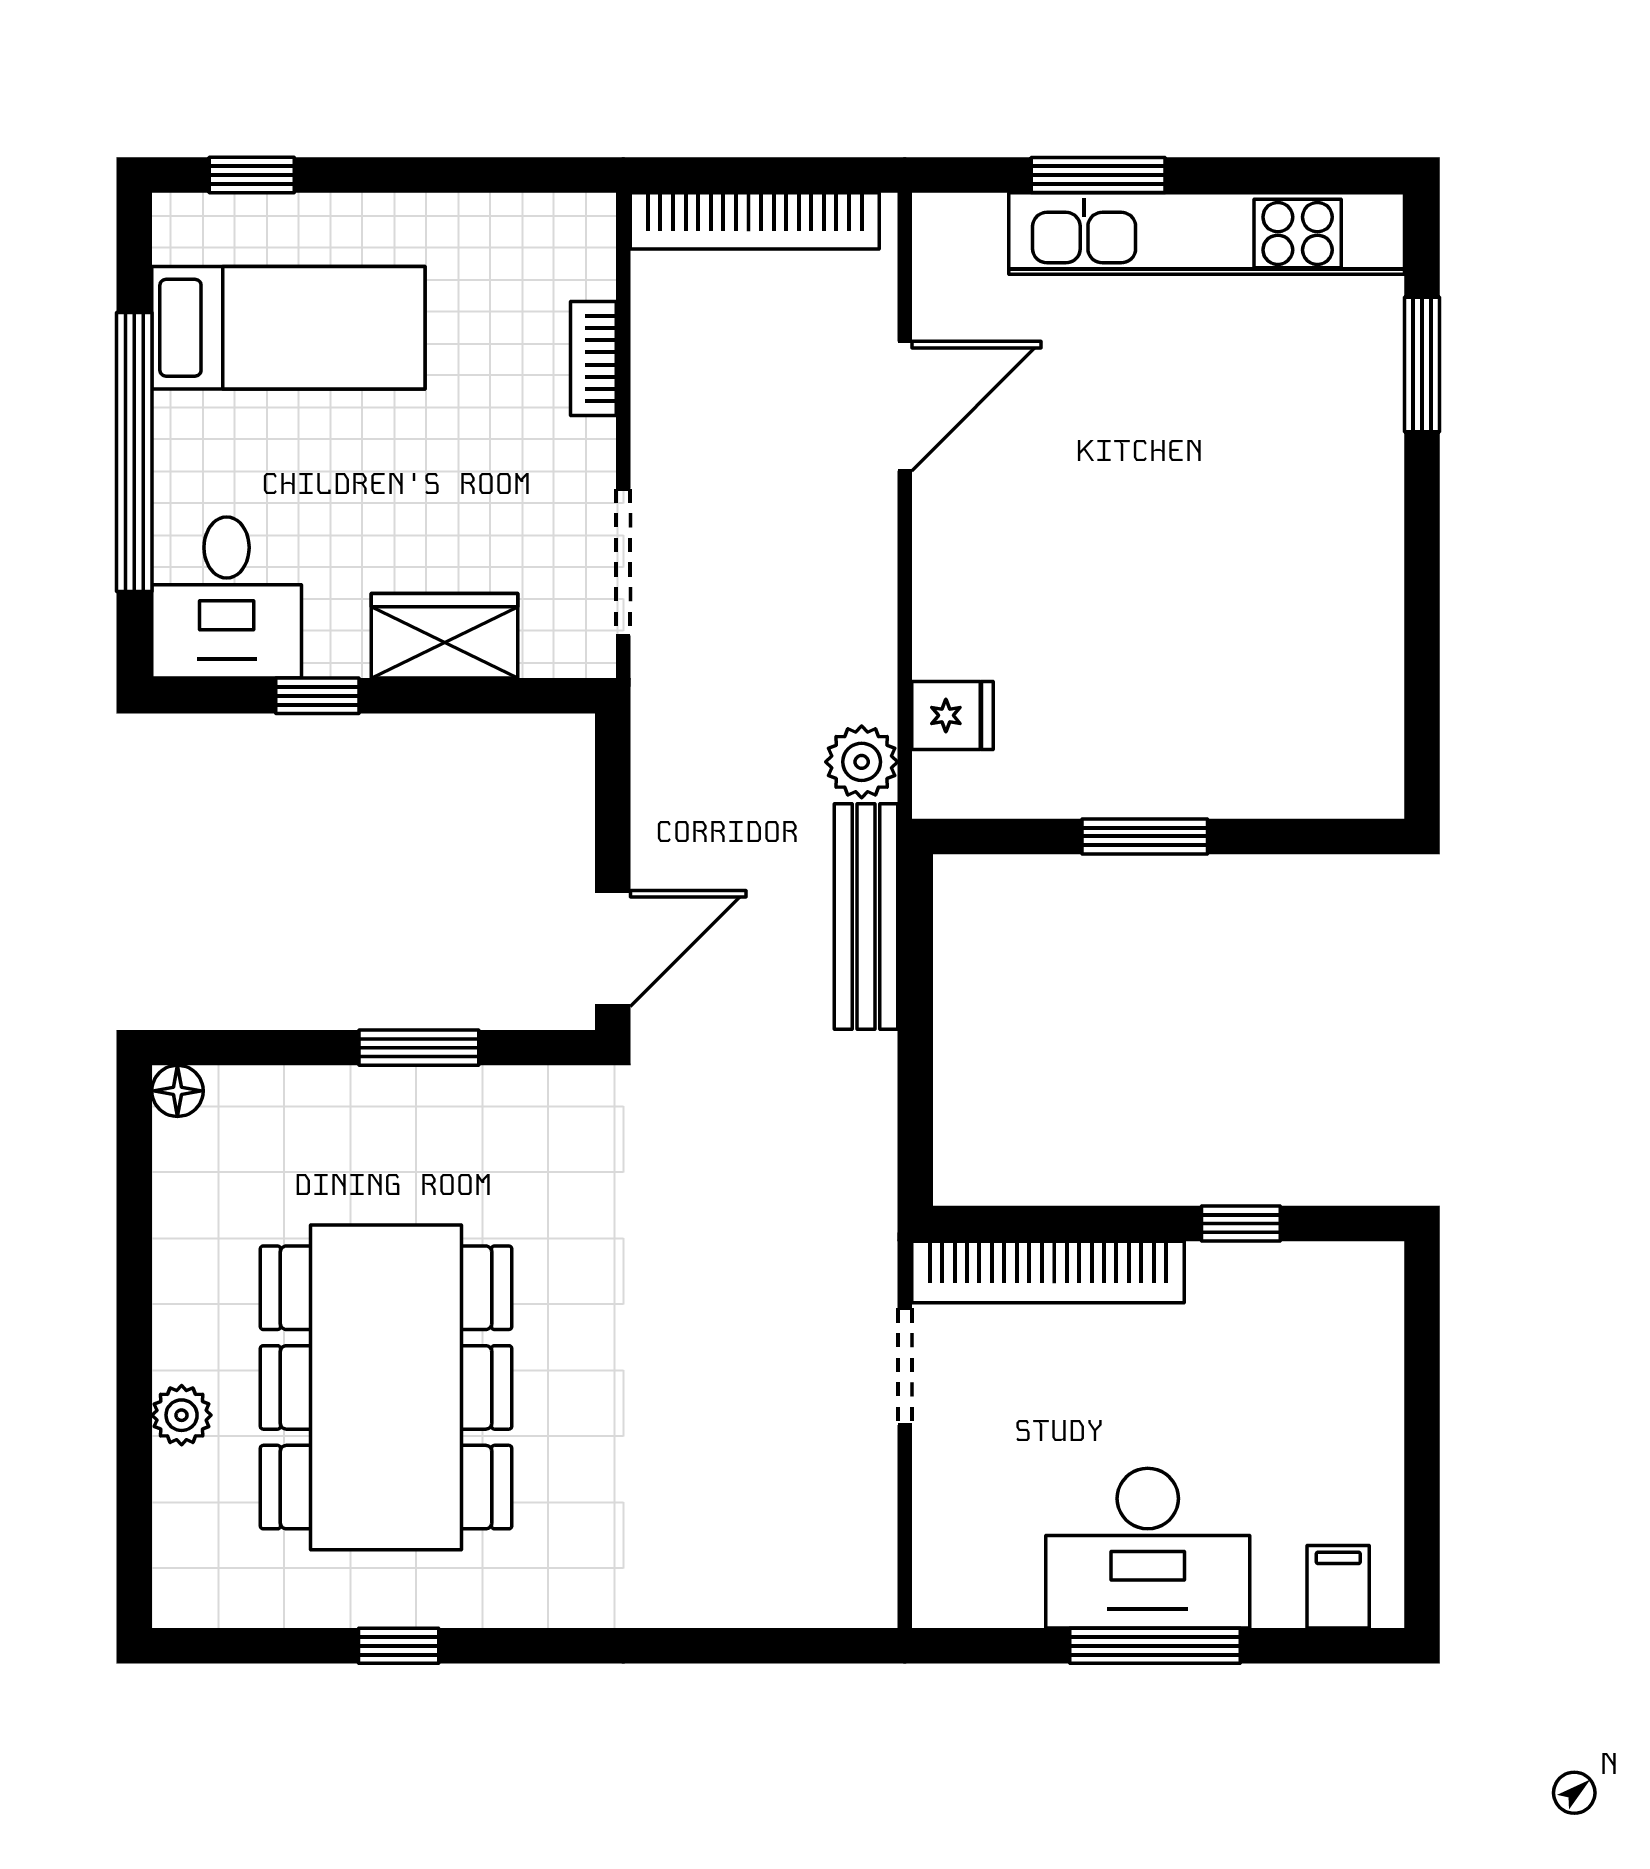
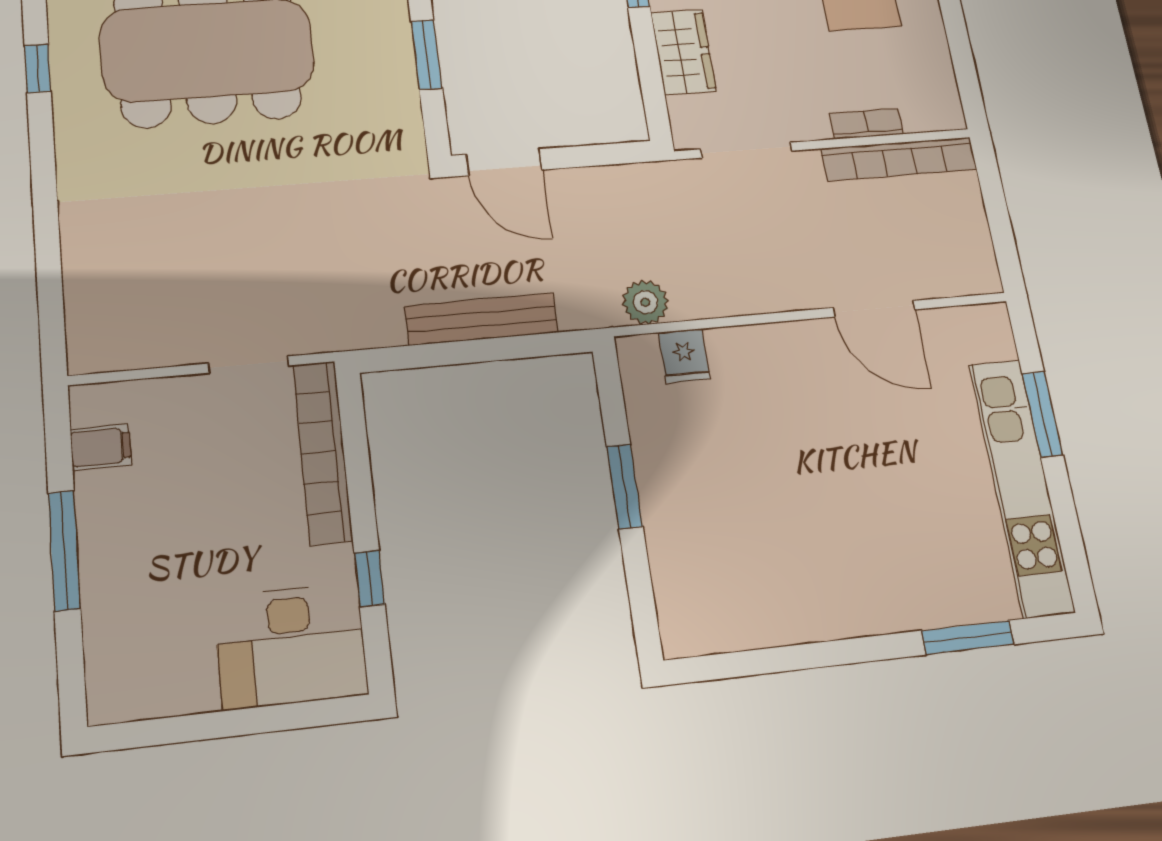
bookcase: (755, 221) -> (899, 159), moved, turned -90
bench: (866, 916) -> (482, 319), moved
desk: (1148, 1548) -> (291, 646), moved, turned -90
filing cabinet: (1338, 1587) -> (101, 447), moved

